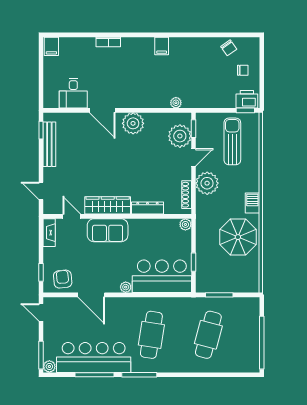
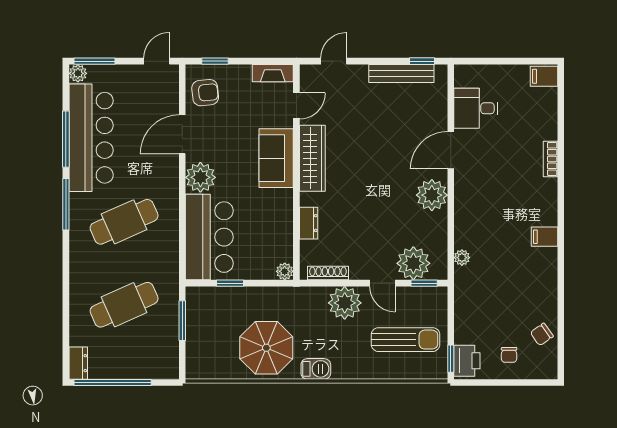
dresser: (147, 208) -> (309, 223), width x0.70
plant: (126, 287) -> (200, 177), width x1.88, depth x1.88
cafe table: (151, 335) -> (124, 222), turned -33
cafe table: (208, 335) -> (124, 305), turned -39
dresser: (248, 366) -> (78, 363), added

